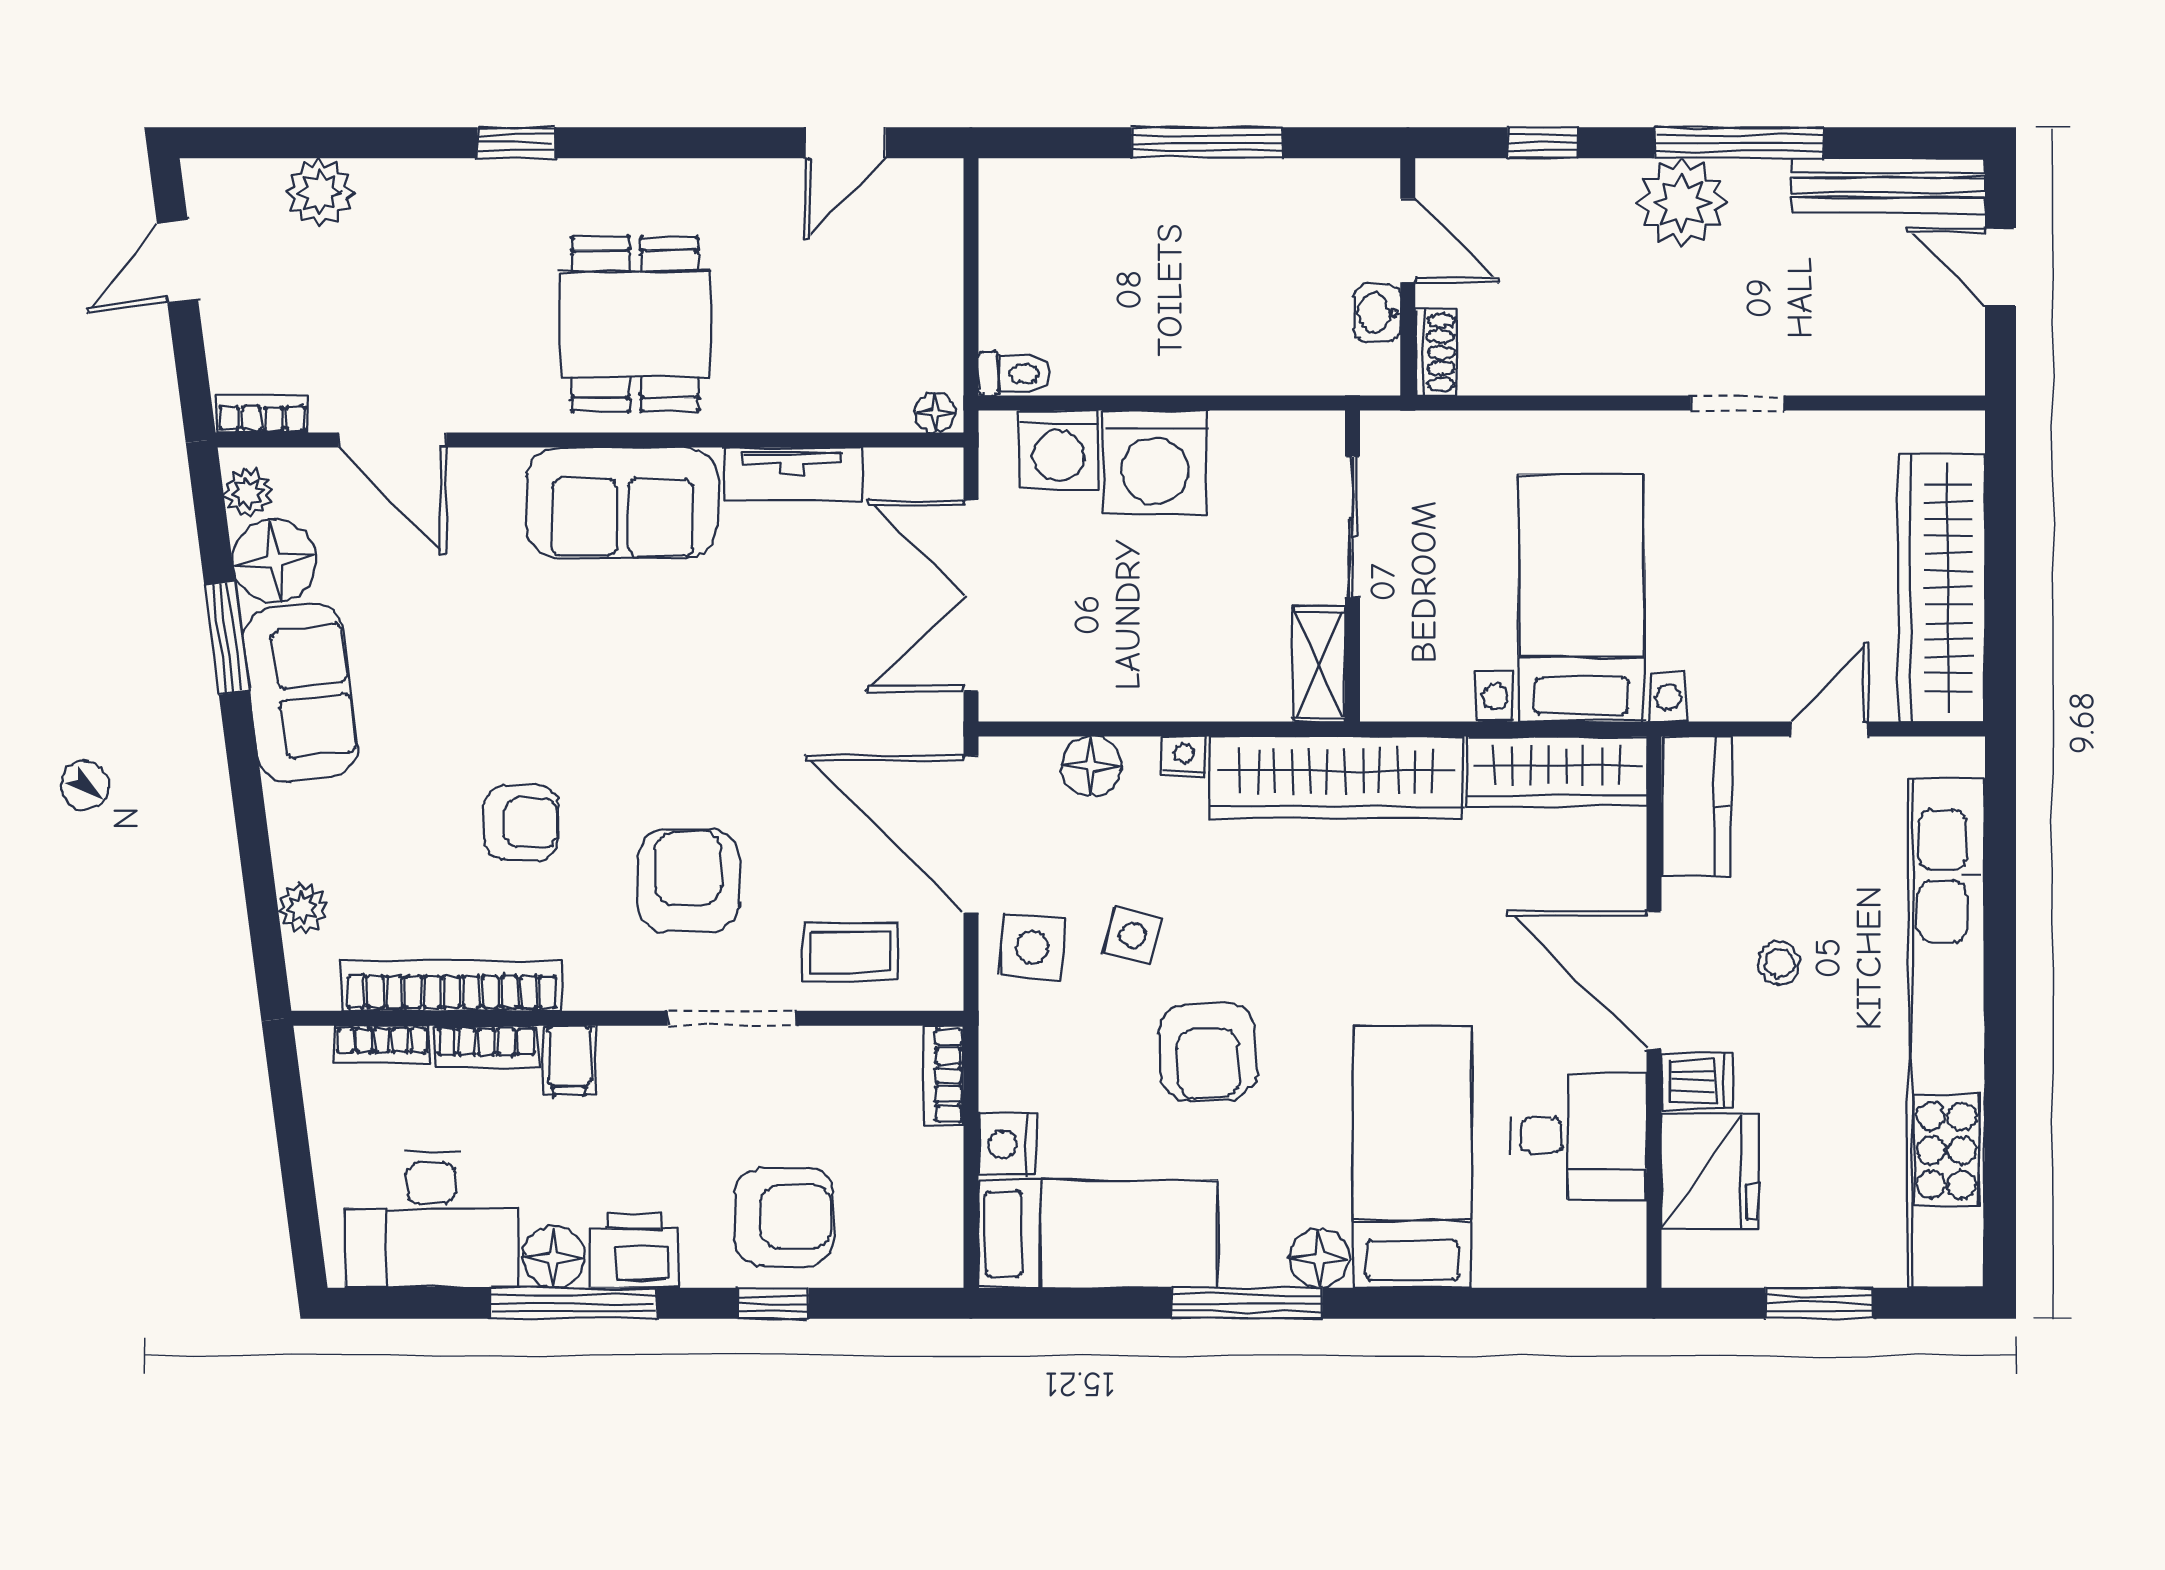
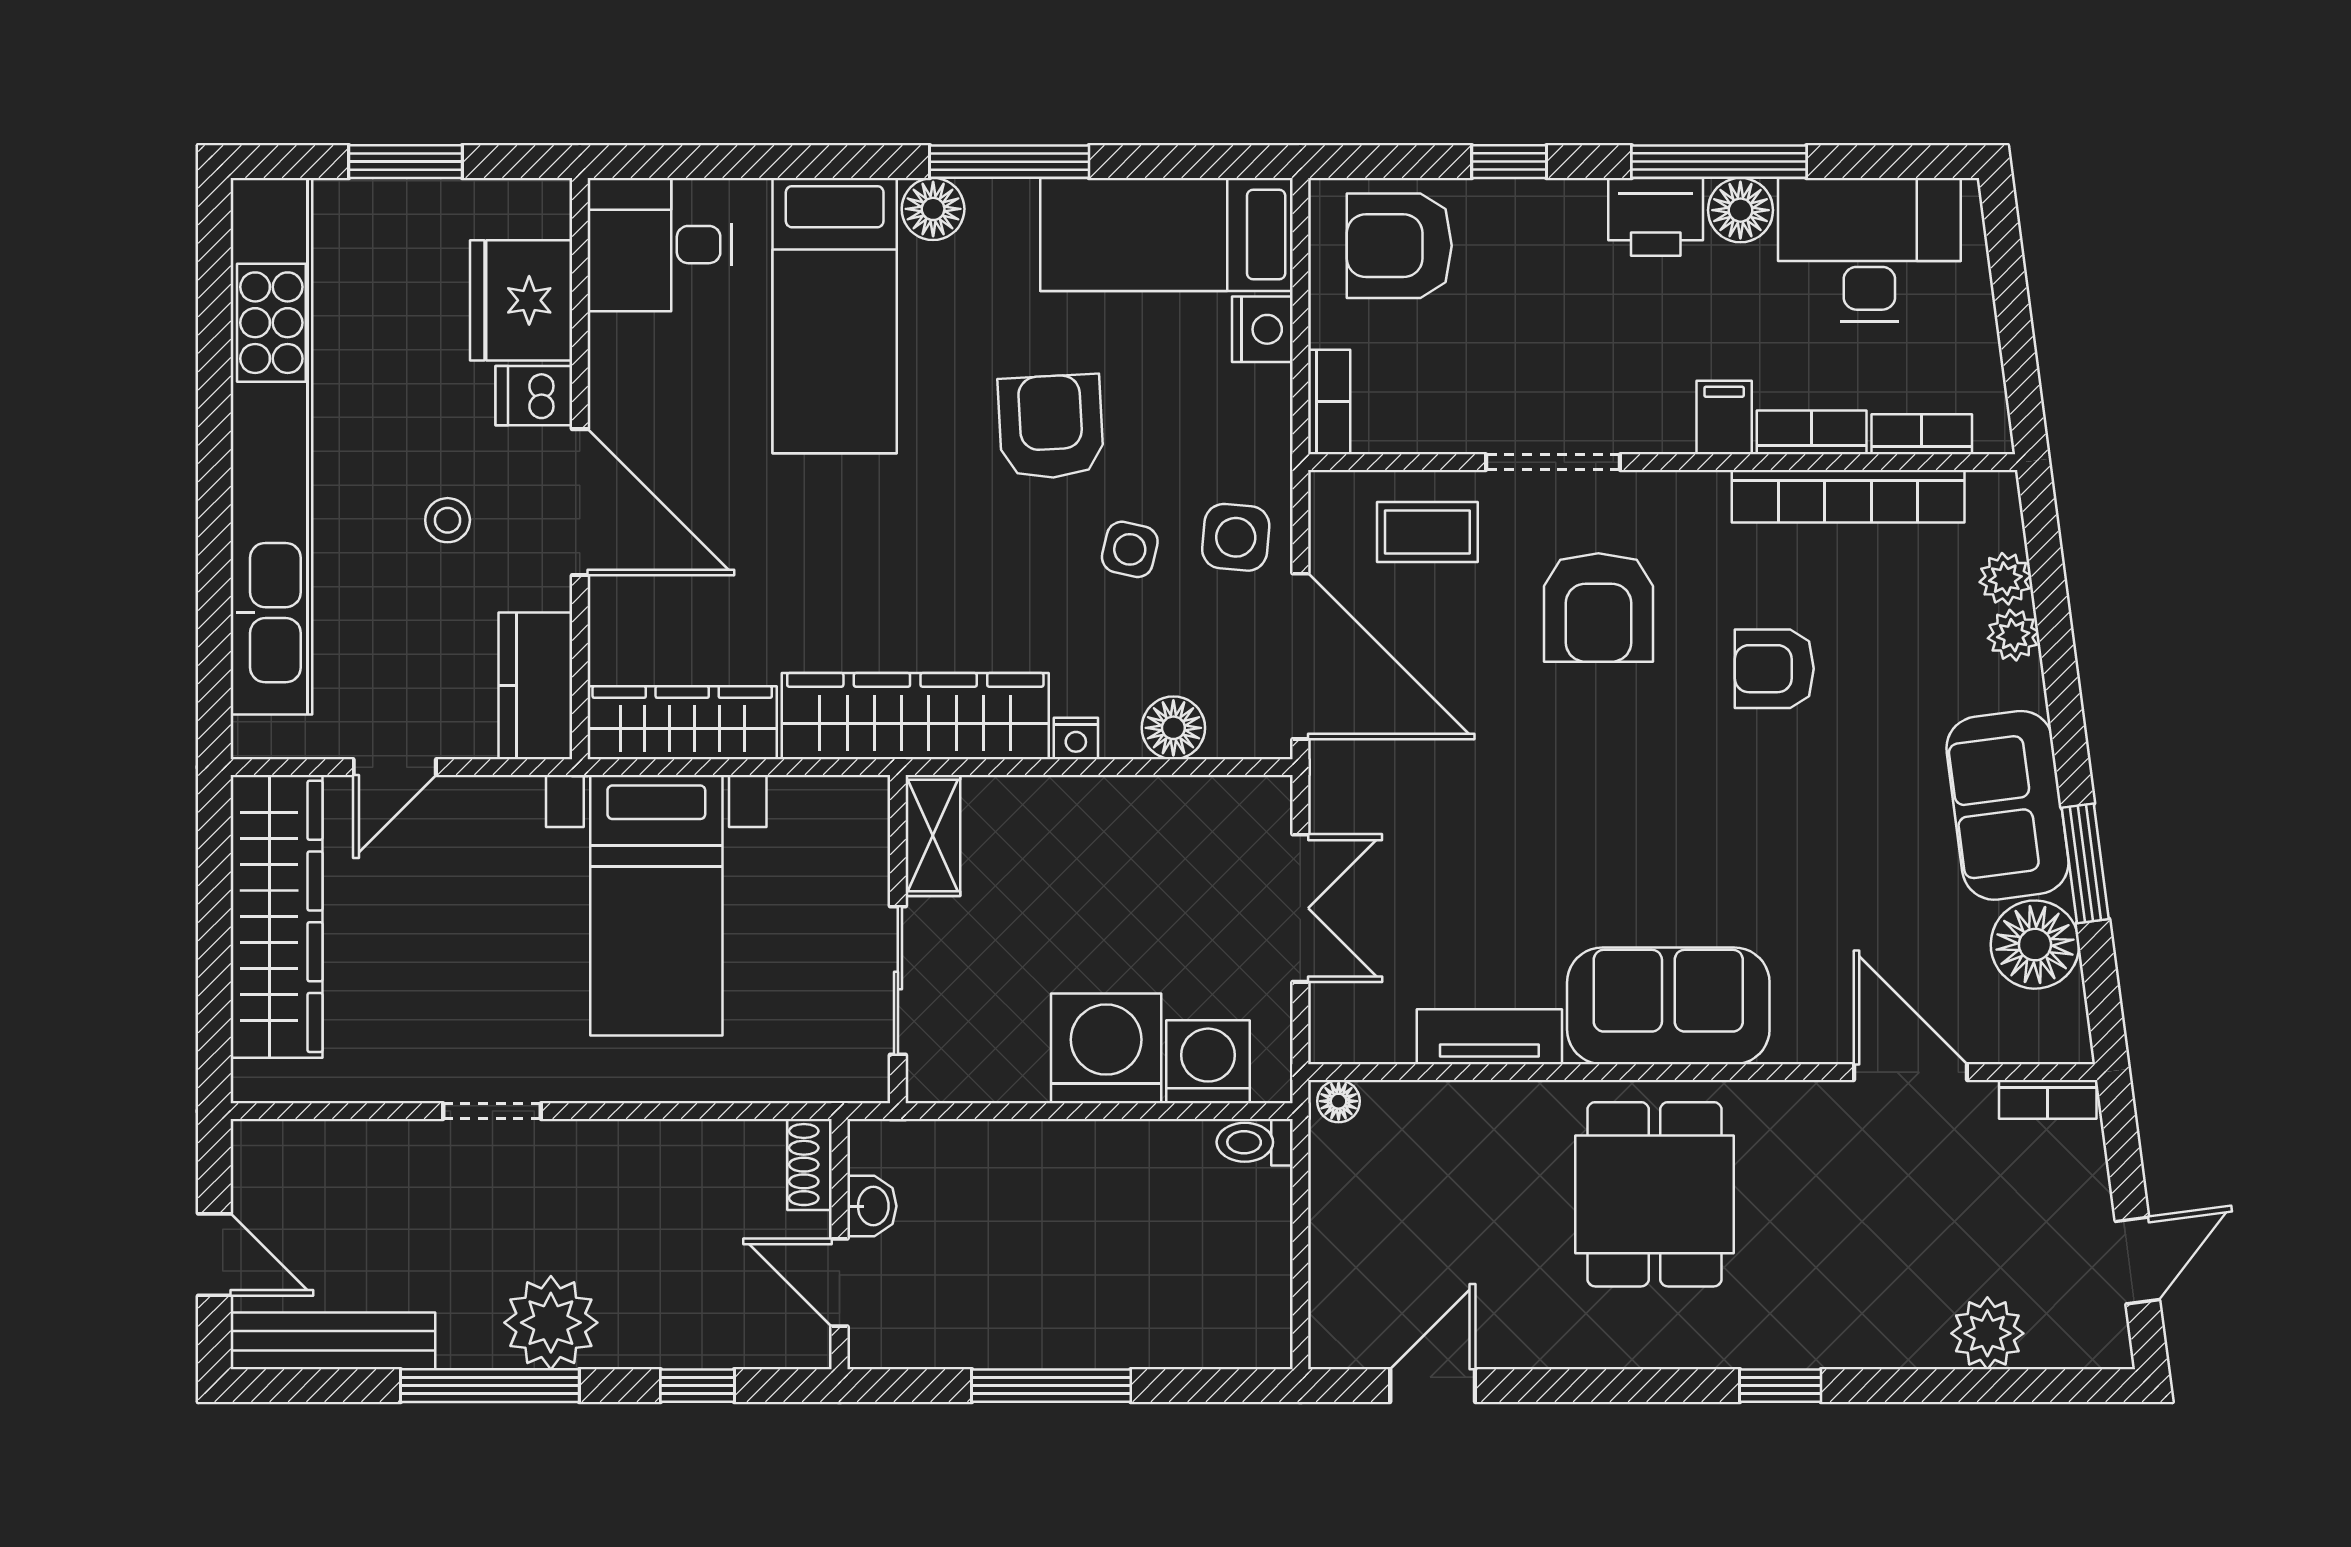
plant: (248, 493) -> (2013, 635), moved
double door: (971, 595) -> (1300, 908), width x0.73
desk: (1578, 1136) -> (660, 245), moved
armchair: (784, 1217) -> (1399, 246), moved

